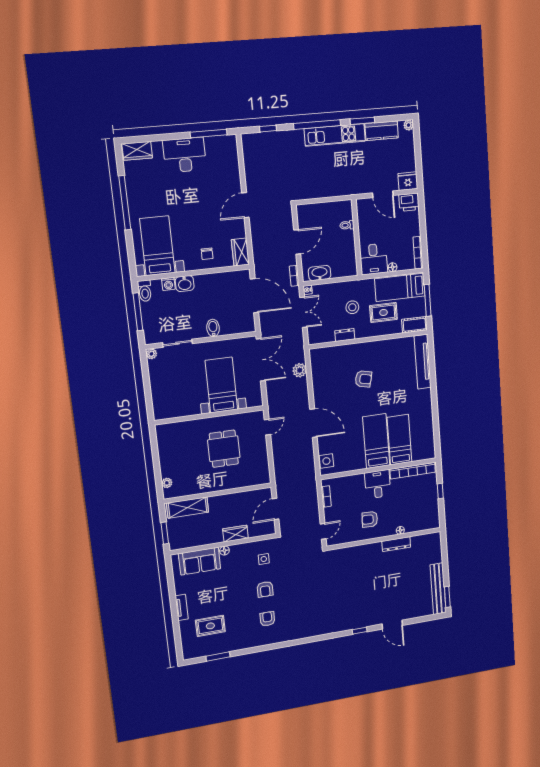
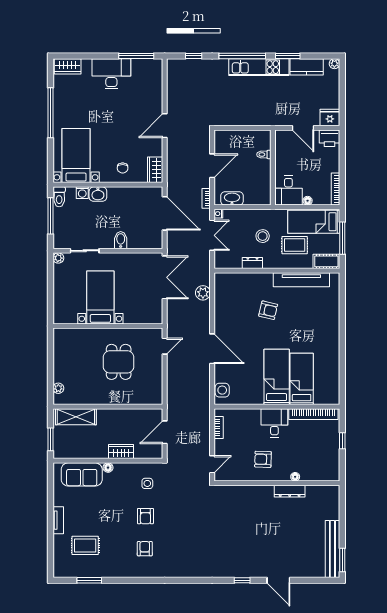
tv unit: (423, 362) -> (301, 280), moved, turned -90
bed with nightstands: (221, 385) -> (100, 297), moved

